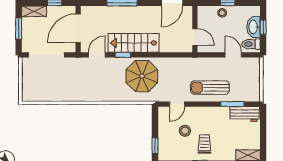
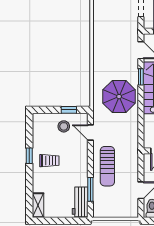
sun lounger: (210, 88) -> (107, 166), turned 180
stool: (185, 131) -> (64, 126), moved
window: (155, 146) -> (69, 110), moved

